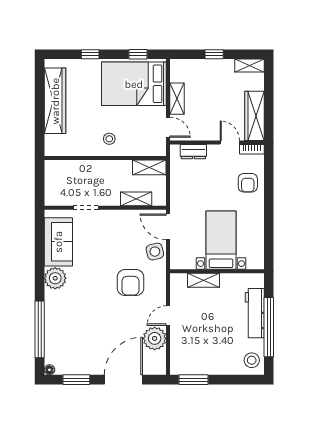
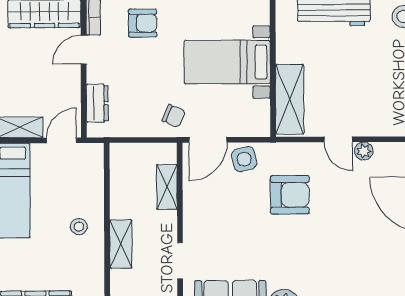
shelving: (149, 167) -> (121, 244), moved
chair: (185, 204) -> (174, 116), added
shelving: (203, 280) -> (290, 99), width x1.50, depth x1.33
plant: (155, 338) -> (364, 151), width x0.53, depth x0.53

